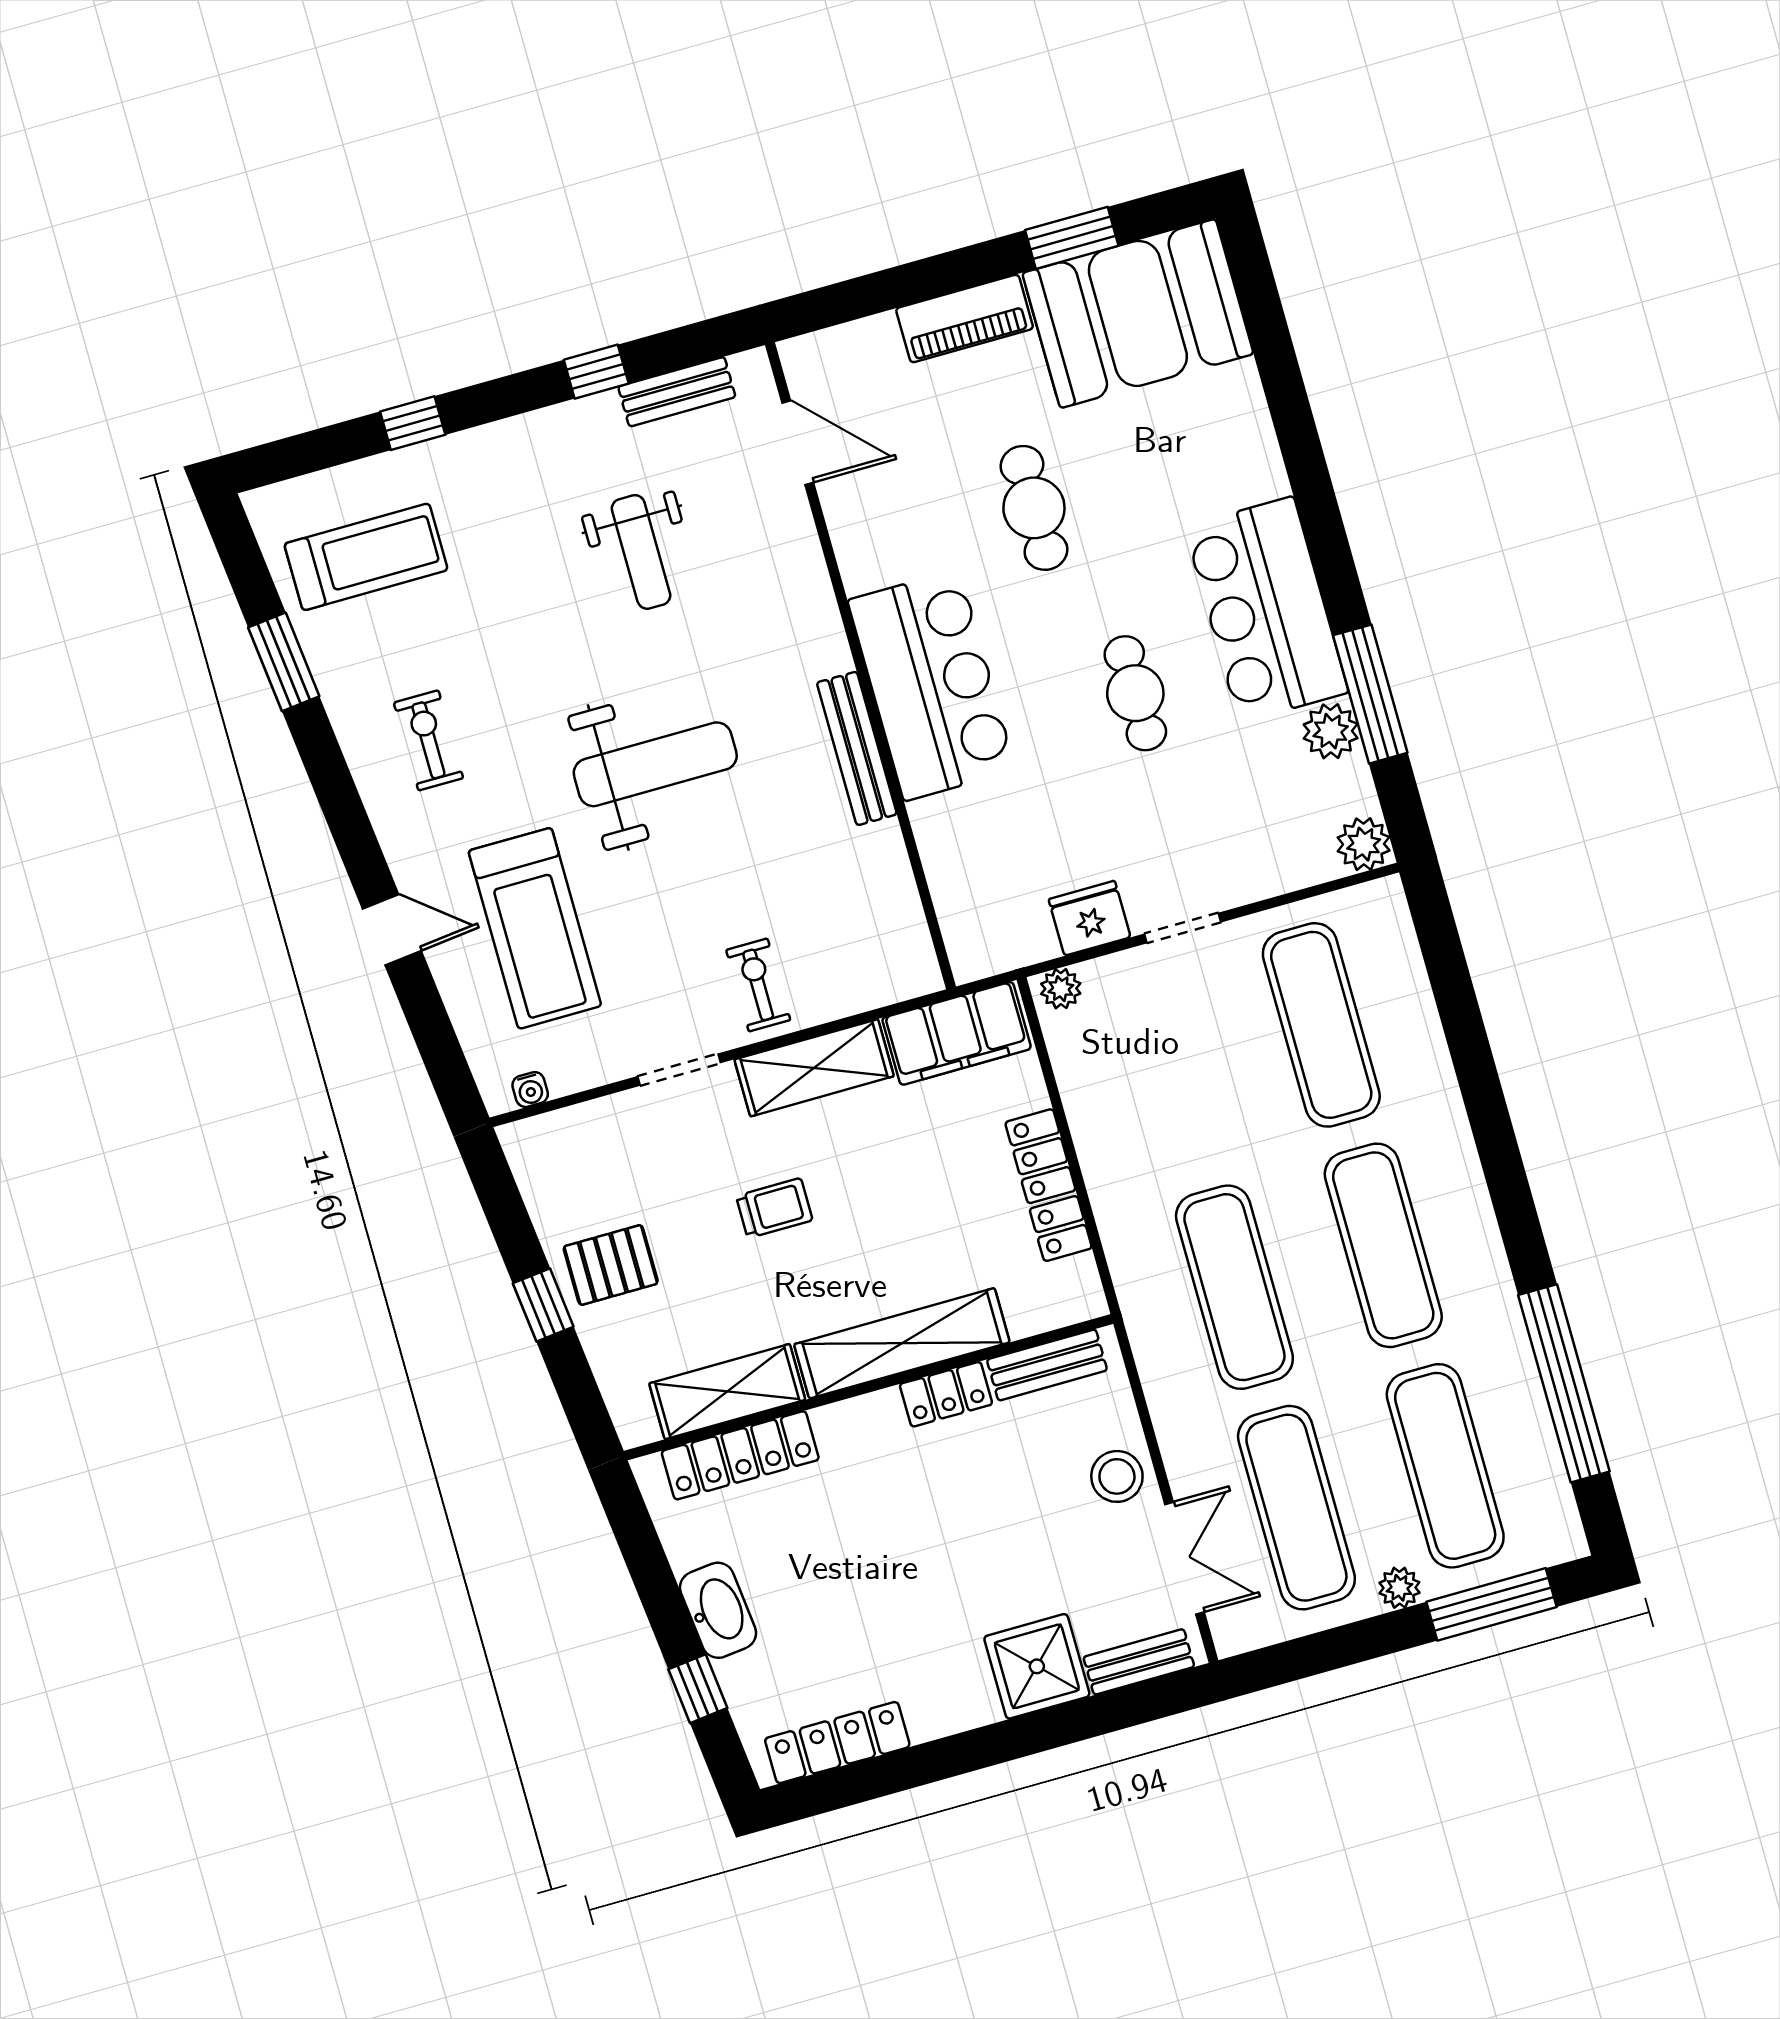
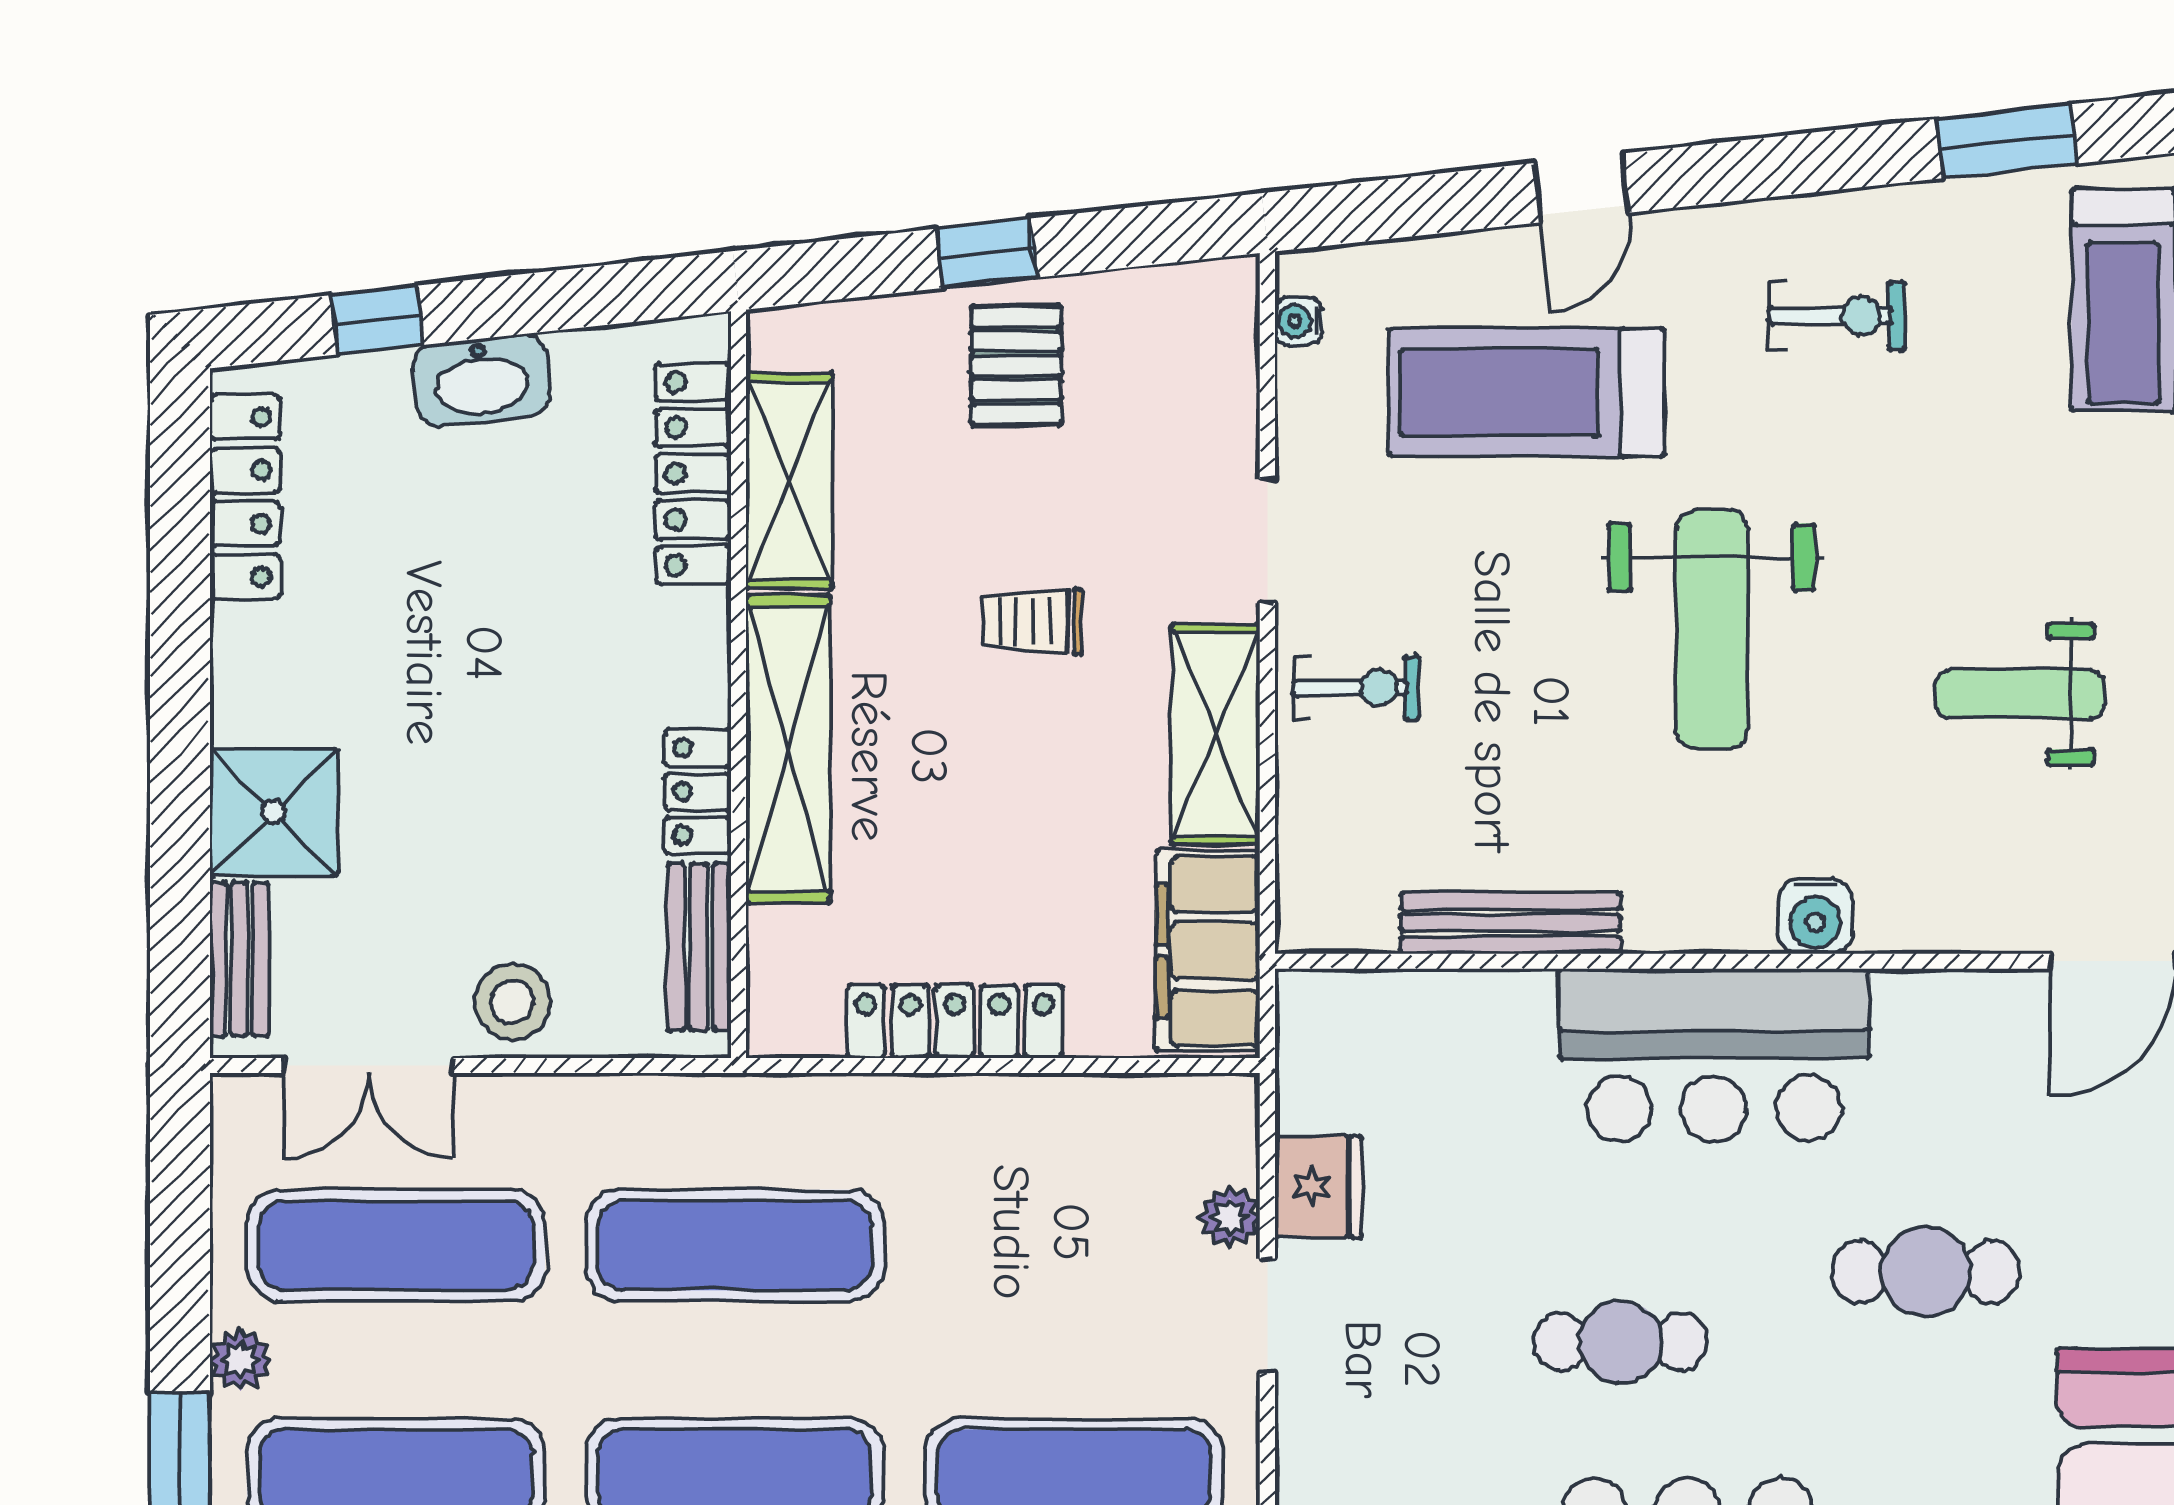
water cooler: (823, 645) -> (1815, 916), added
bench: (857, 748) -> (1511, 923), moved
plant: (1061, 989) -> (1230, 1217), moved
trolley: (774, 1208) -> (1032, 621), turned 90

